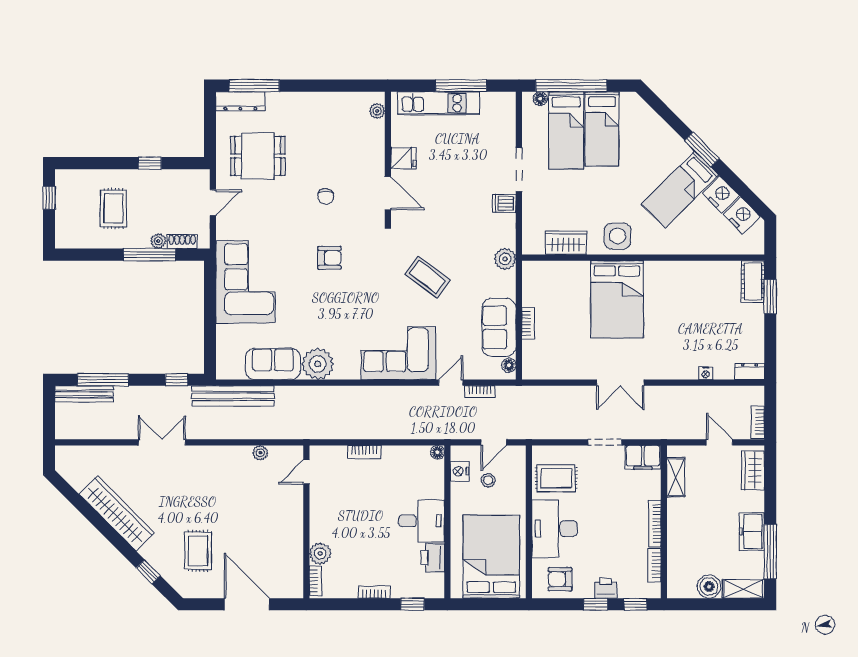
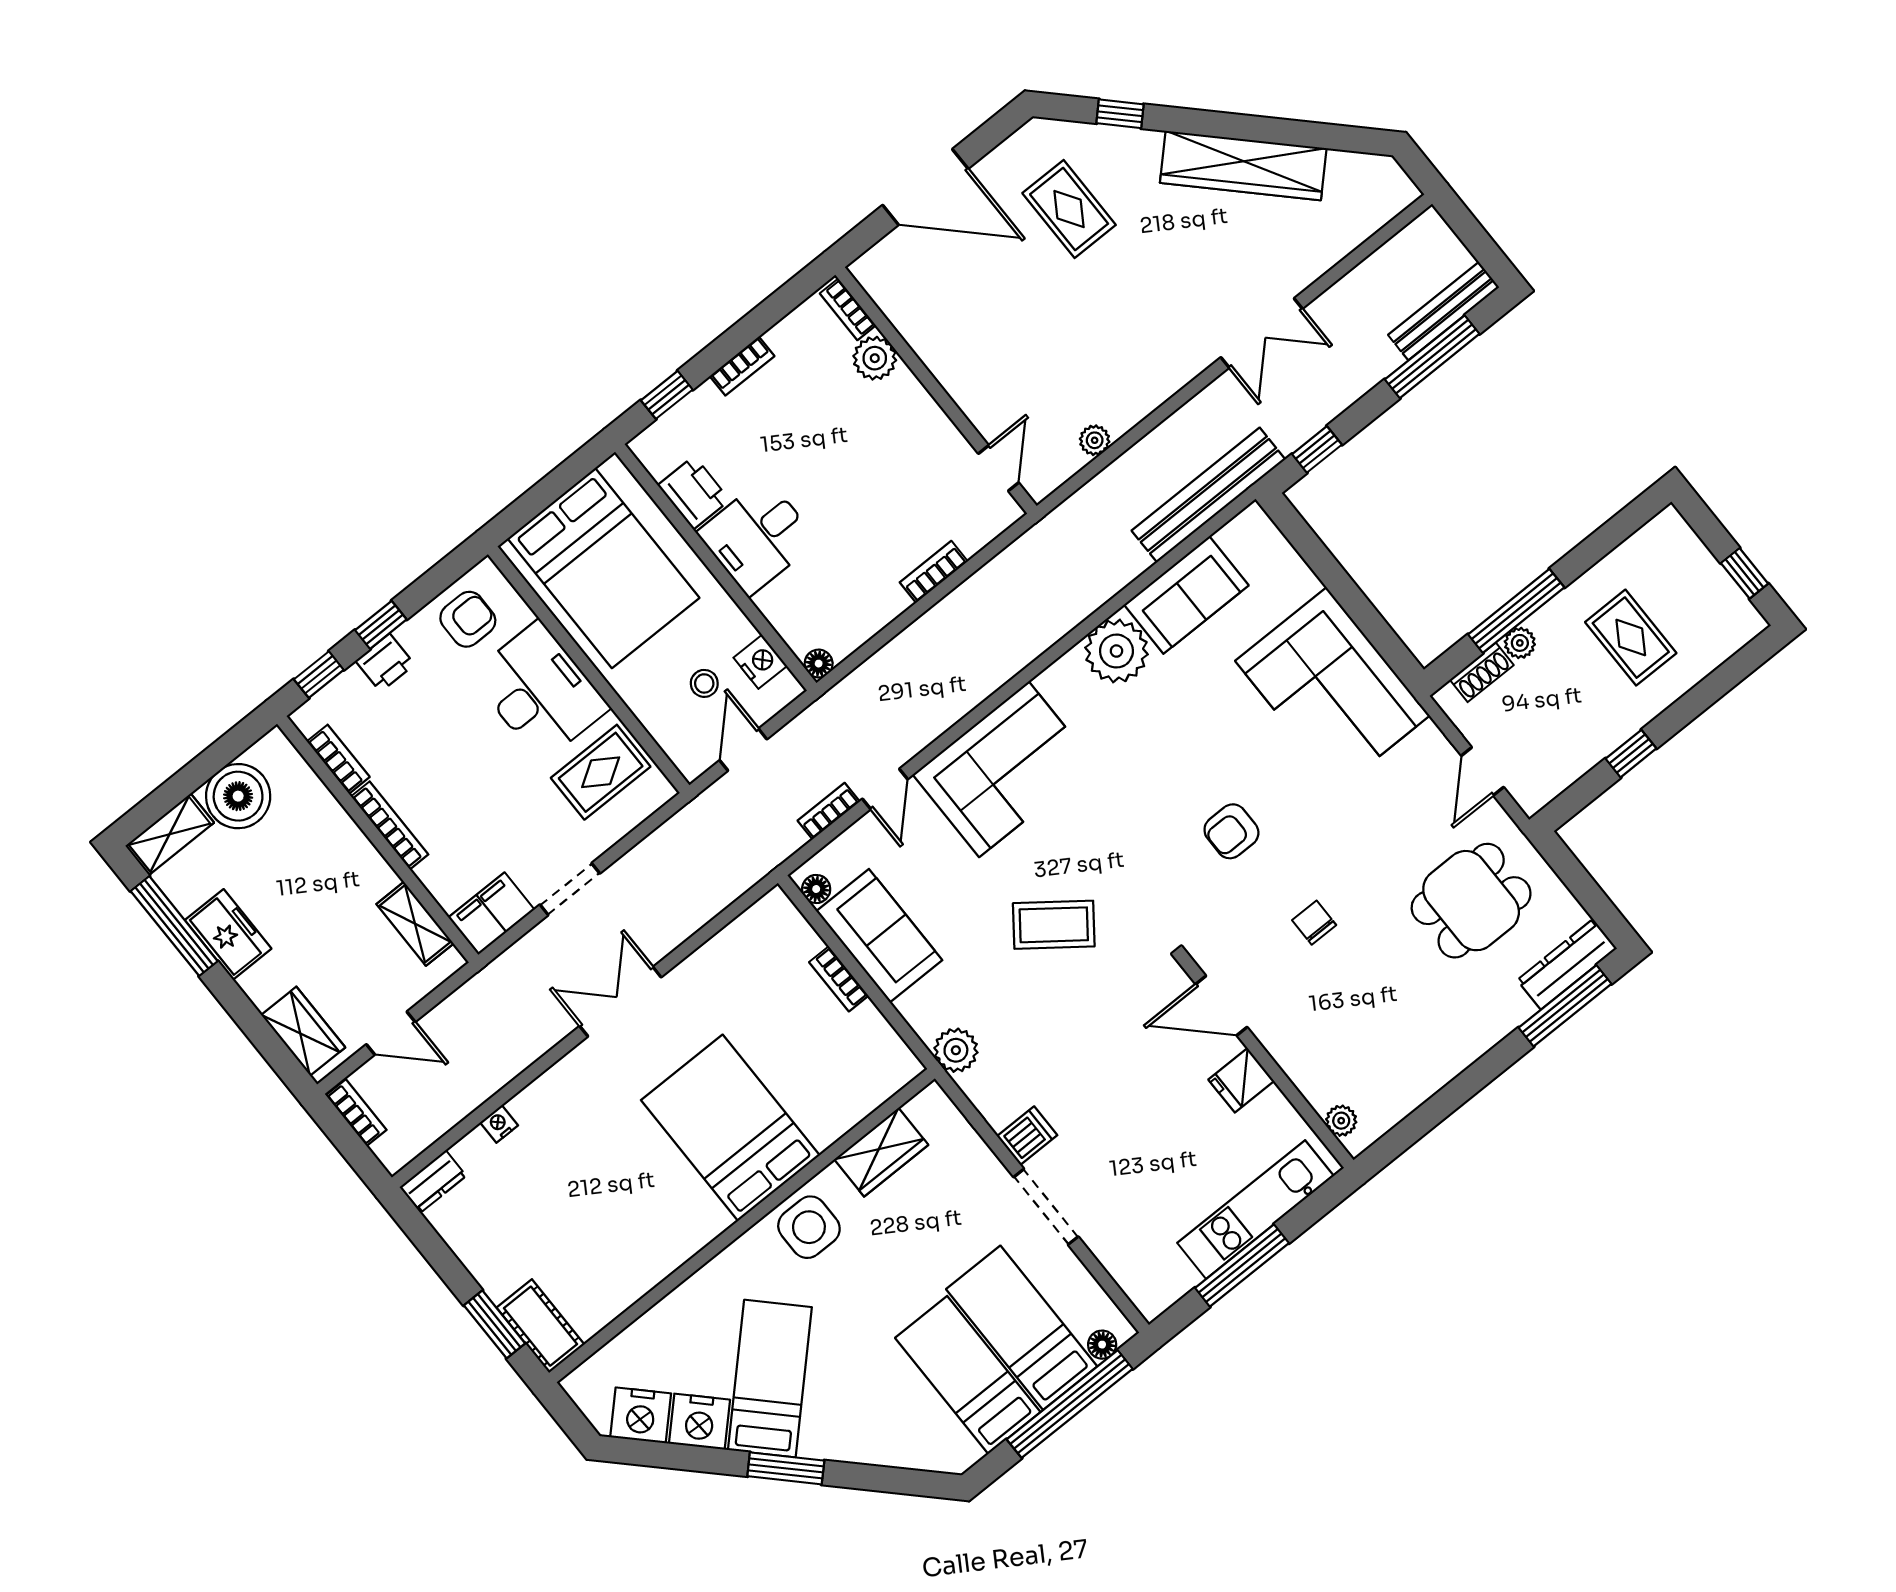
boiler: (709, 587) -> (238, 796), width x1.37, depth x1.37

